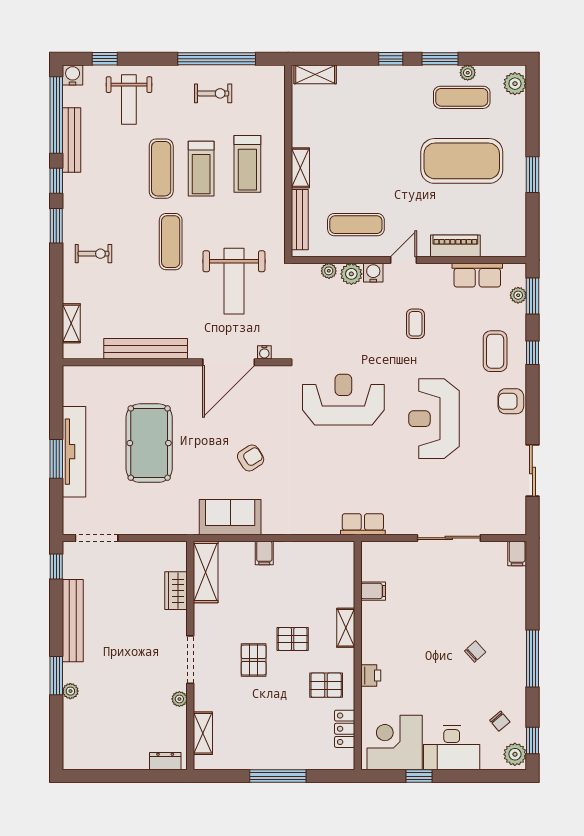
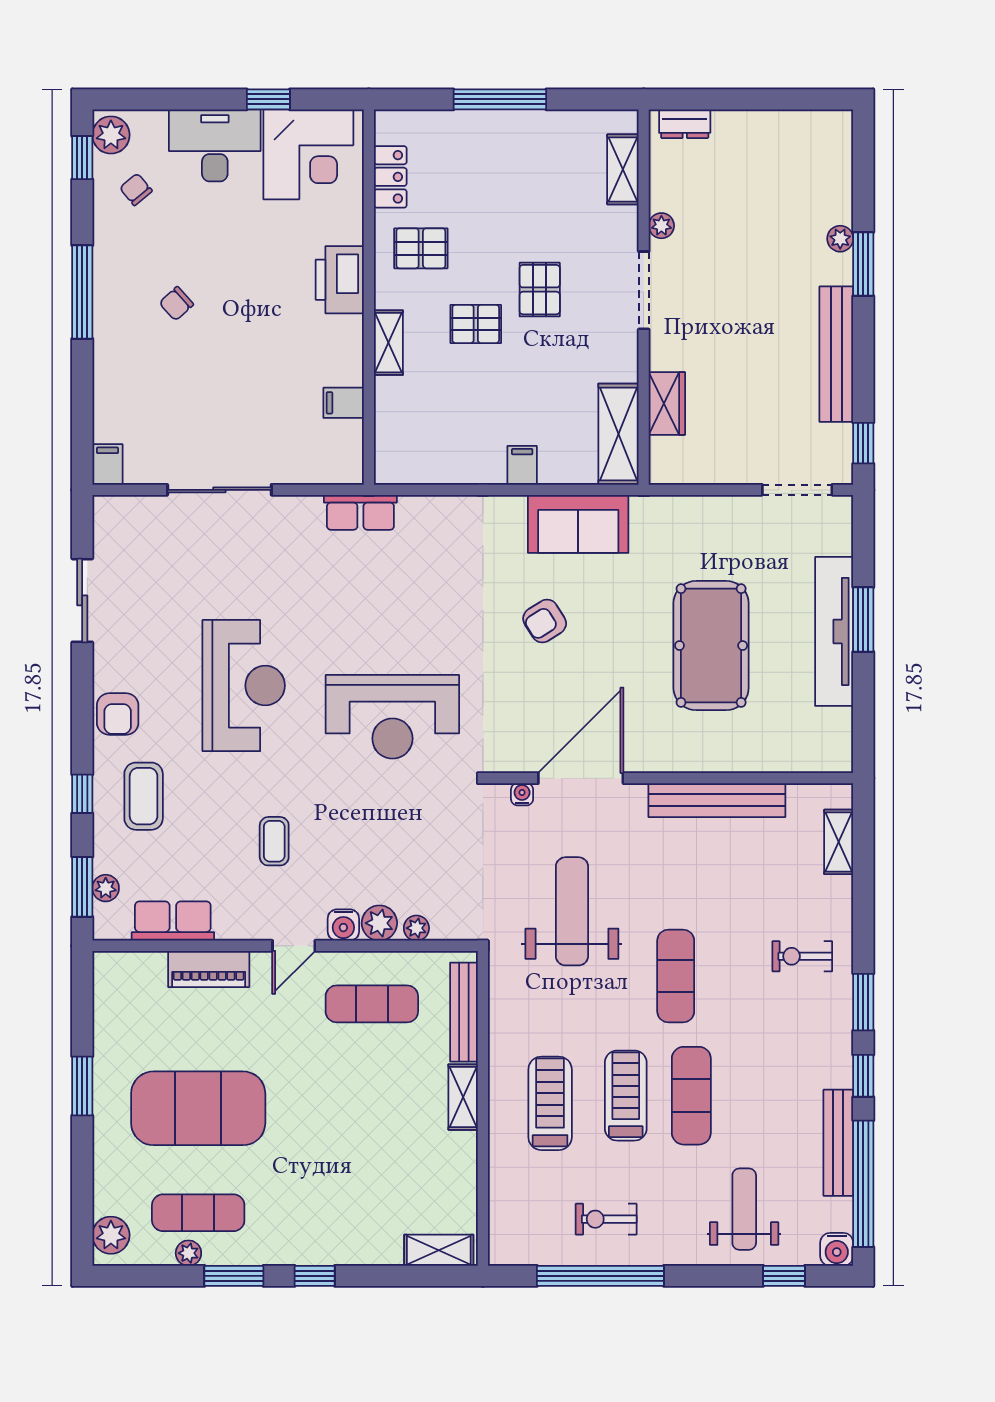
armchair: (511, 401) -> (118, 714), turned 90
printer: (371, 676) -> (340, 280), width x1.87, depth x1.48

